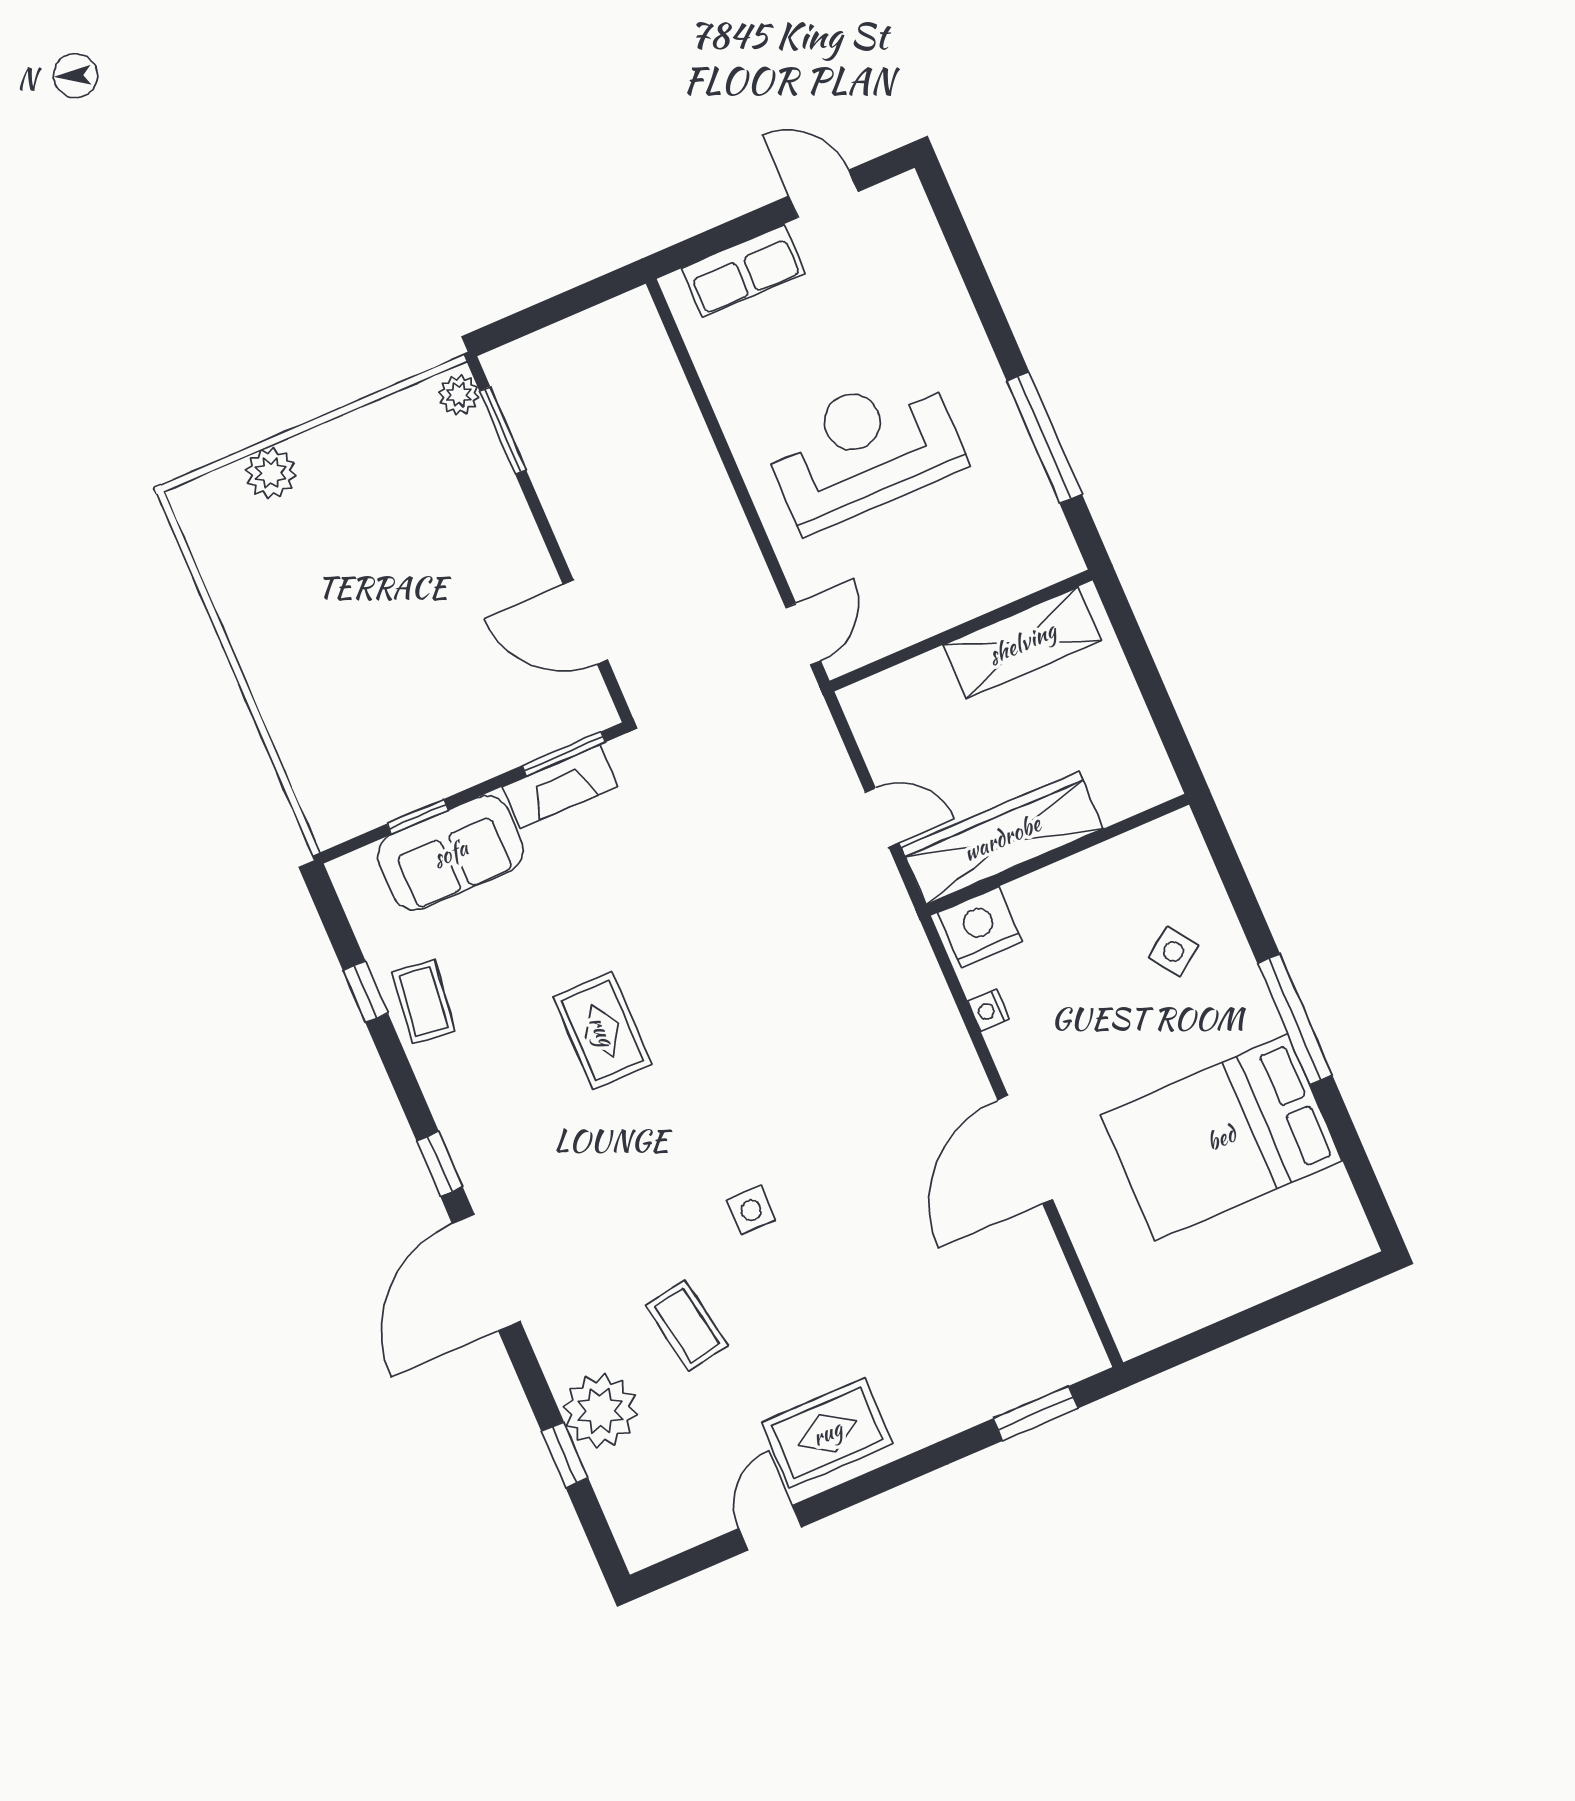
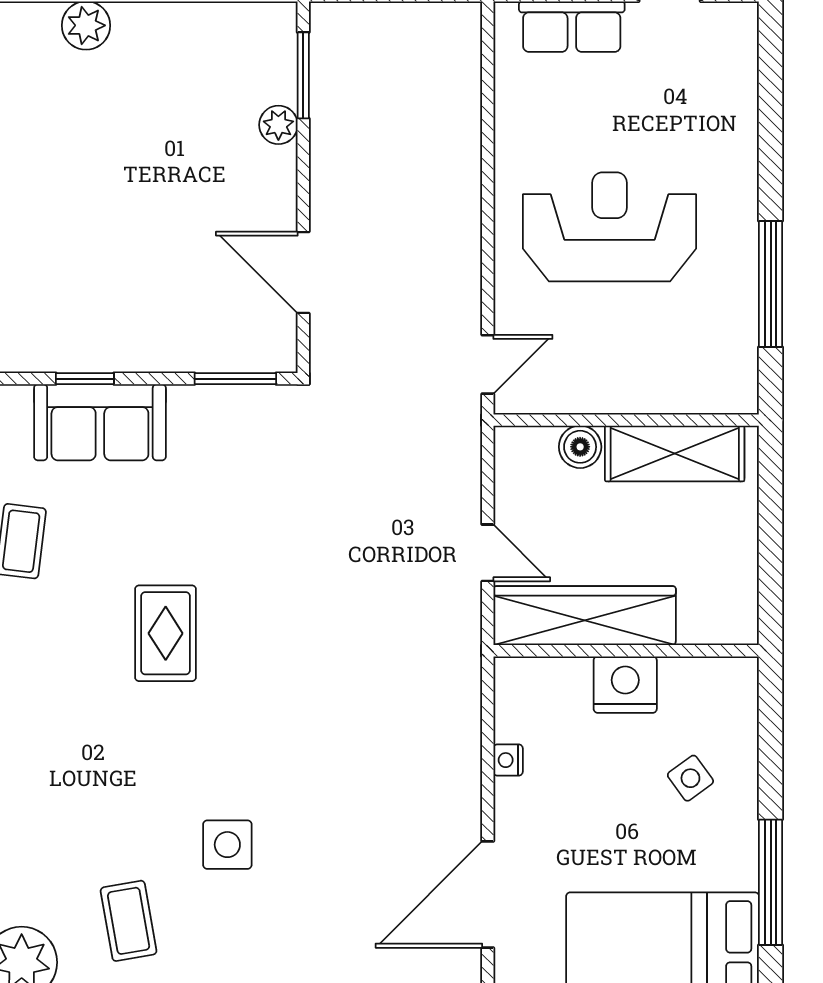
plant: (459, 395) -> (278, 125), moved
boiler: (927, 676) -> (580, 447), added
fireplace: (560, 786) -> (220, 406), removed
nightstand: (980, 927) -> (625, 685), moved
side table: (751, 1210) -> (227, 845), width x1.37, depth x1.37

